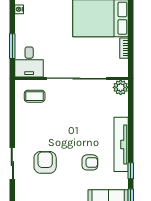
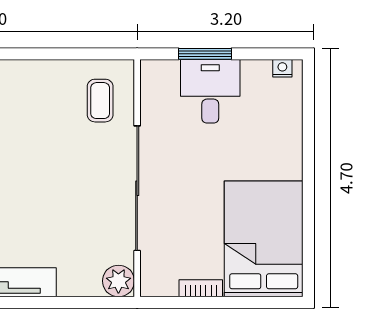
desk: (29, 62) -> (210, 91), moved, turned 90

